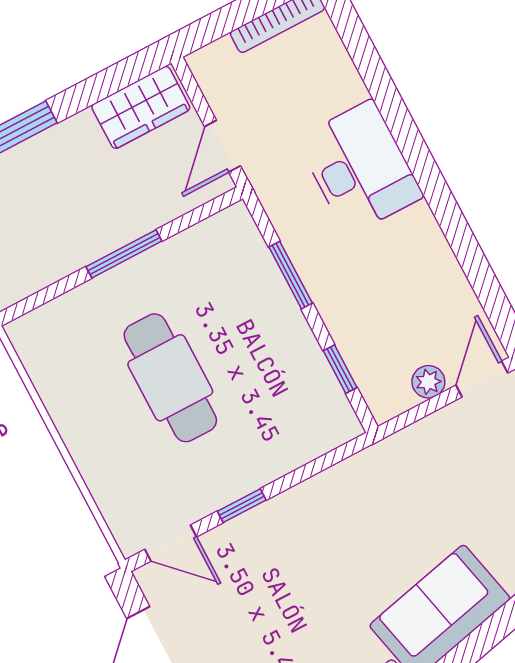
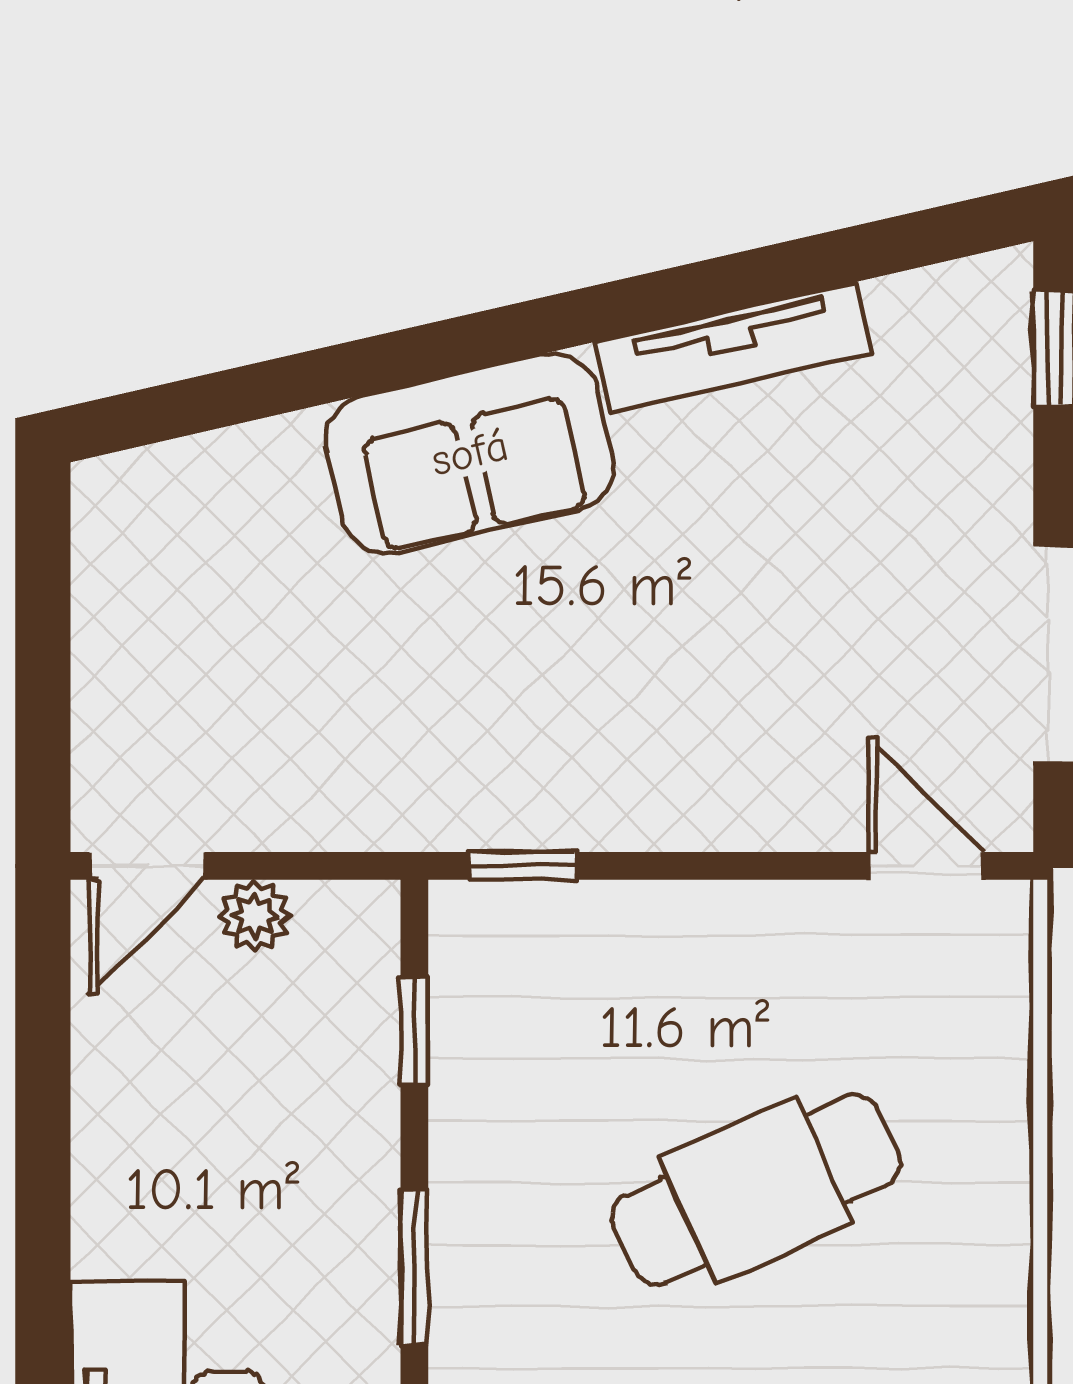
cafe table: (170, 378) -> (756, 1190), turned 66
window: (242, 506) -> (523, 866), moved

